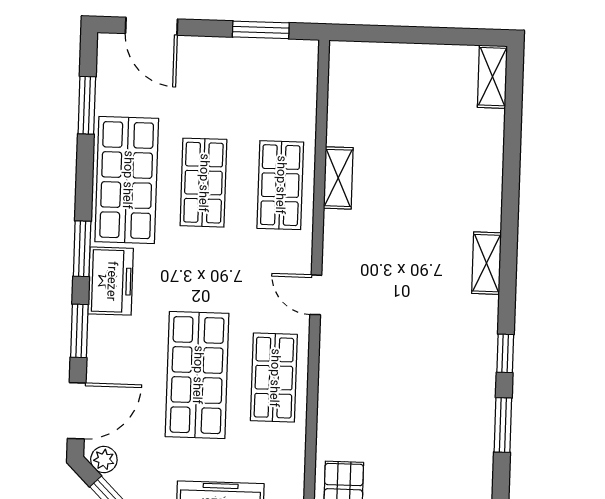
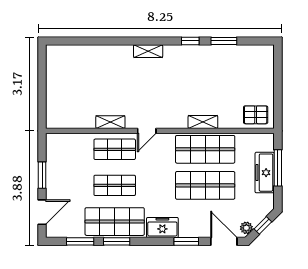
window: (261, 30) -> (42, 175), moved
shelving: (492, 77) -> (203, 122), moved
window: (82, 249) -> (117, 241), moved
door: (316, 295) -> (147, 131), moved
shop shelf: (274, 378) -> (205, 149), width x1.43, depth x1.36

